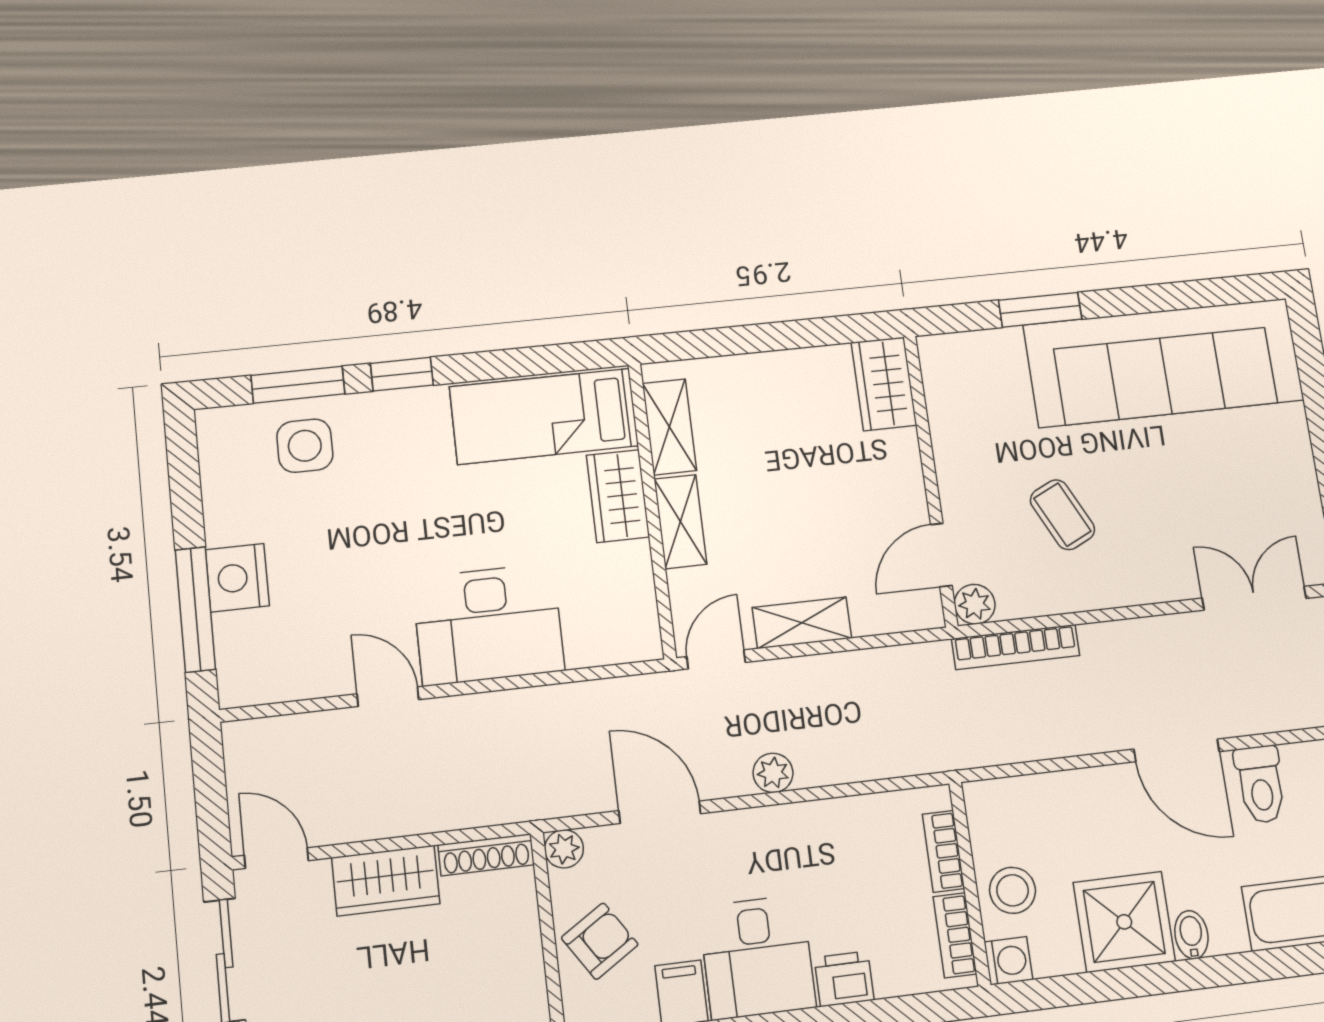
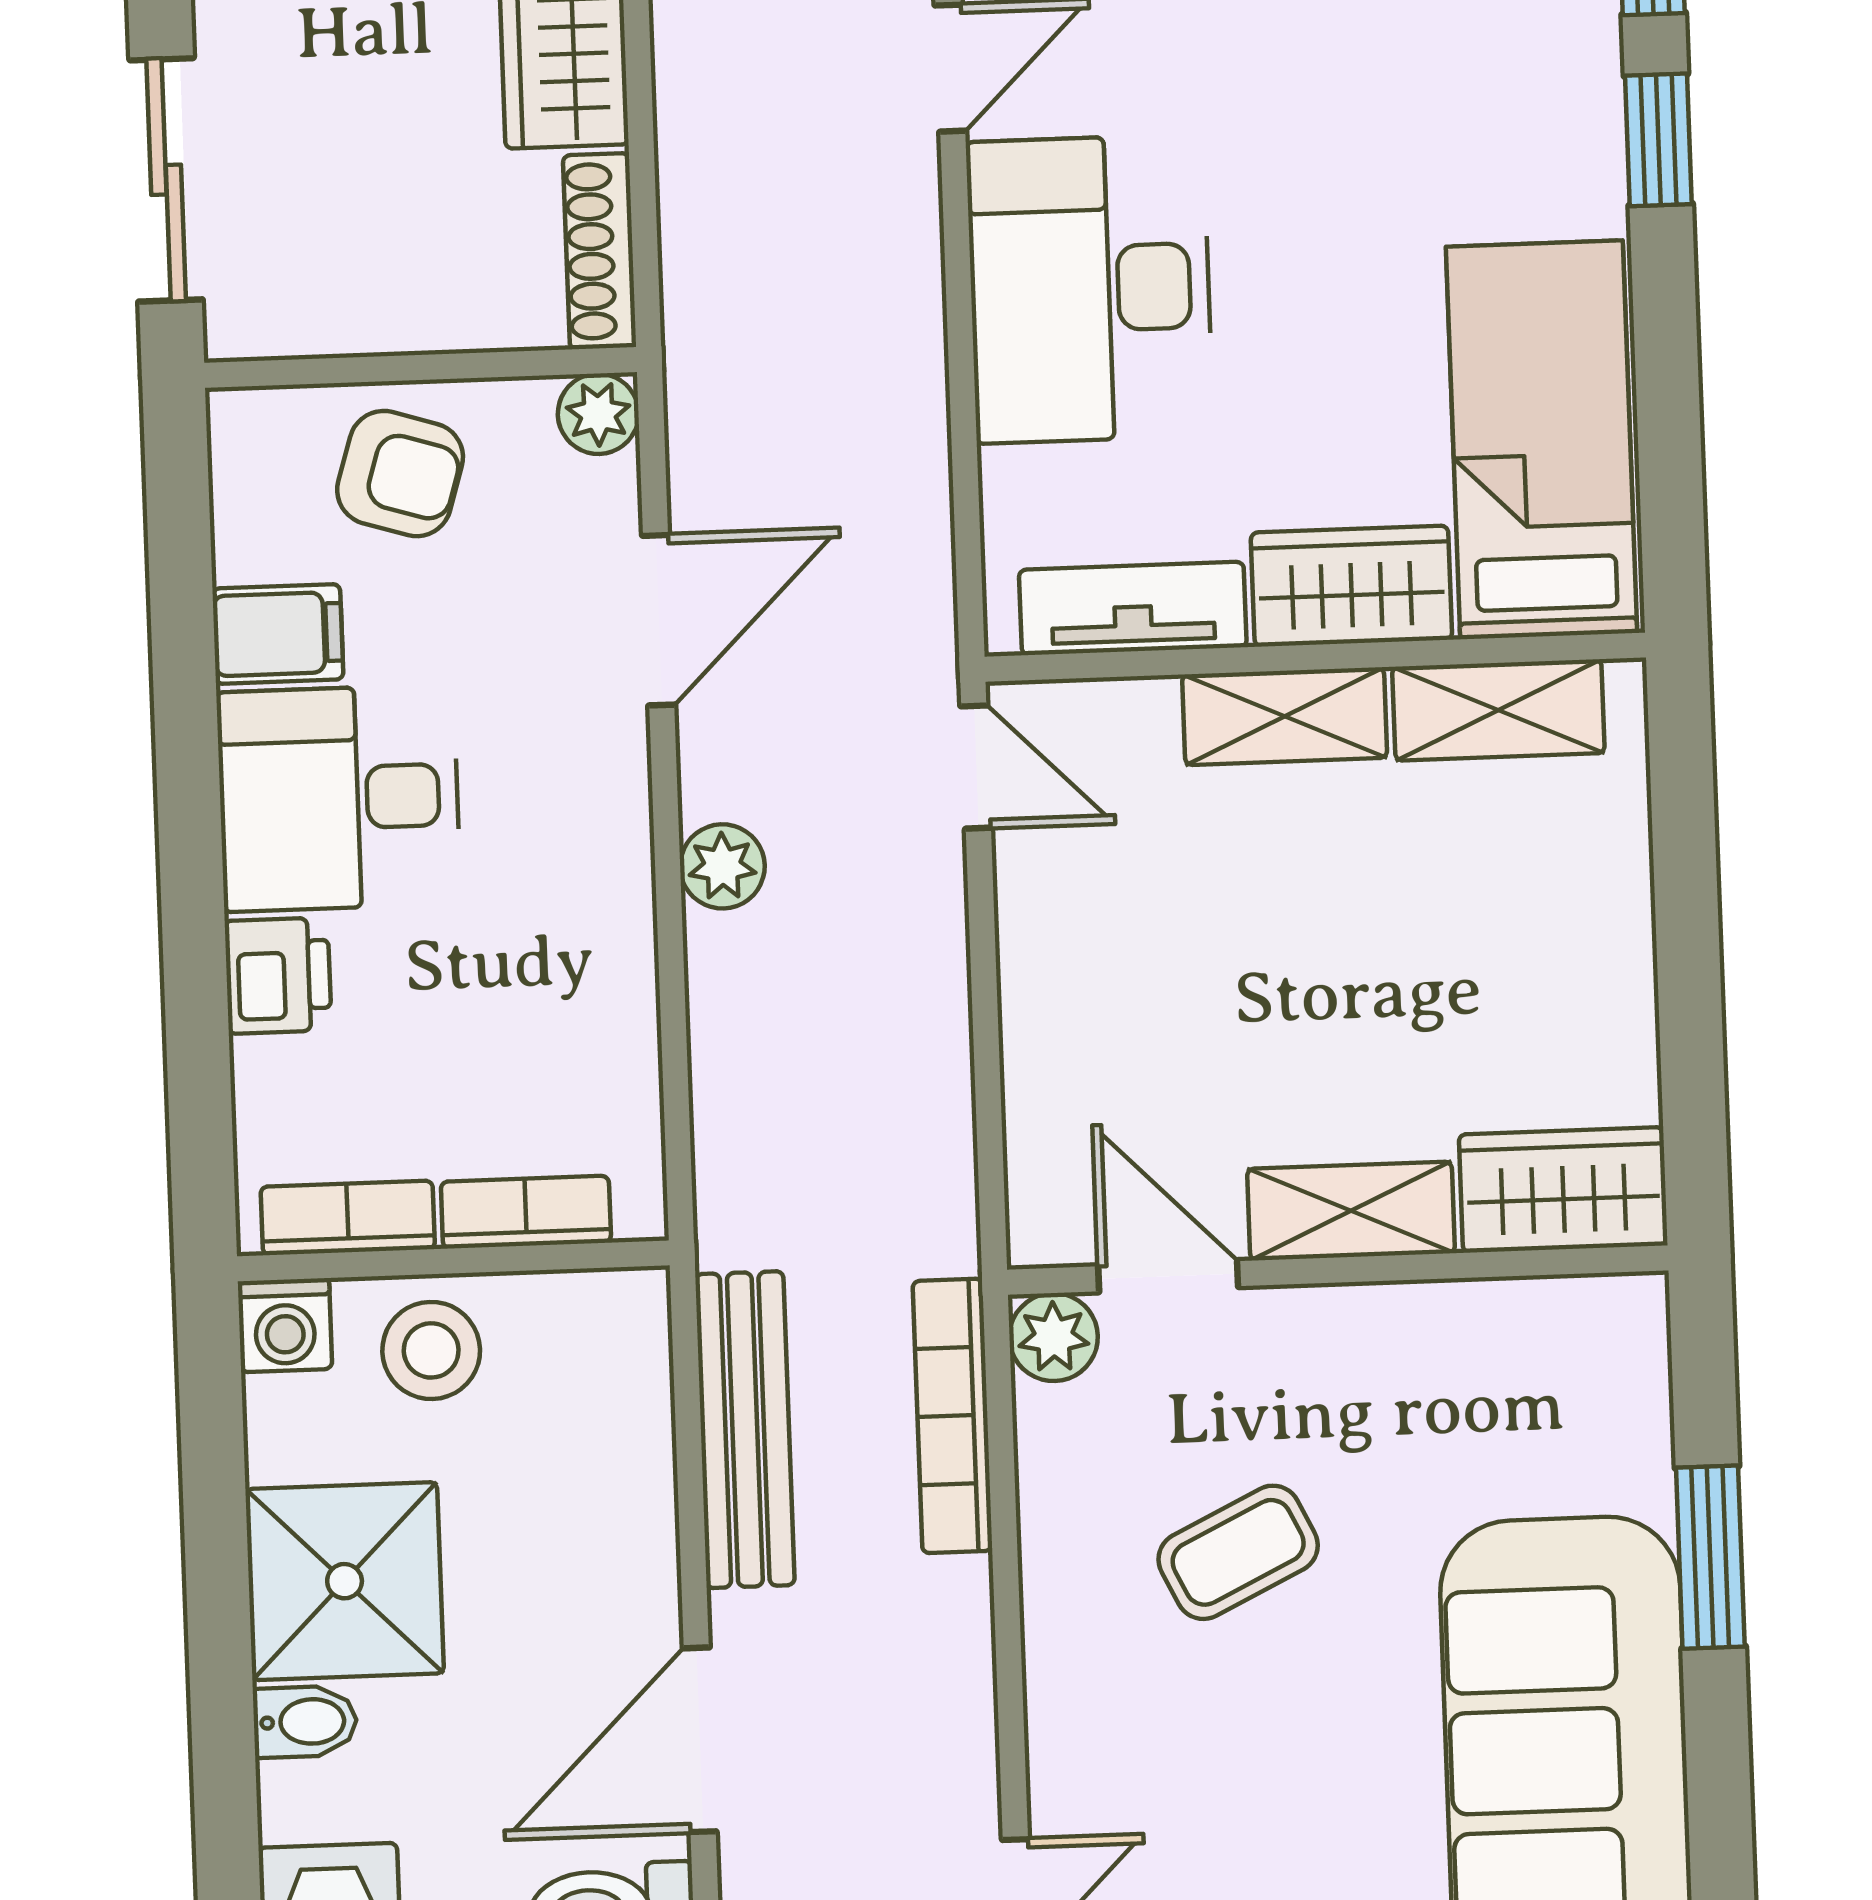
tv unit: (636, 594) -> (1133, 608), added
shelving: (802, 623) -> (1351, 1211), moved, turned 90
bench: (1033, 741) -> (745, 1430), added
armchair: (600, 941) -> (400, 474), turned -40

